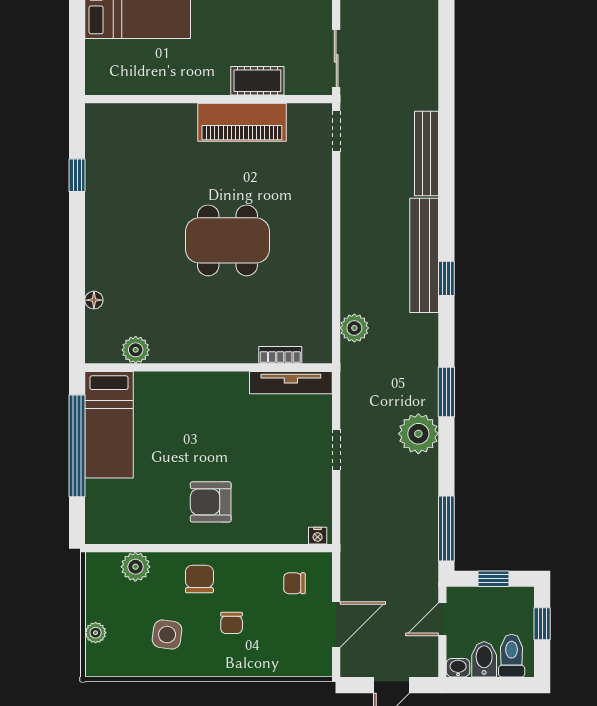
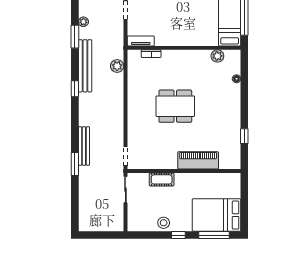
window: (446, 114) -> (75, 164), added
piano: (242, 122) -> (198, 160), moved
bench: (424, 255) -> (85, 66), moved
tv unit: (291, 383) -> (141, 41), width x0.71
plant: (418, 434) -> (83, 22), width x0.53, depth x0.53

